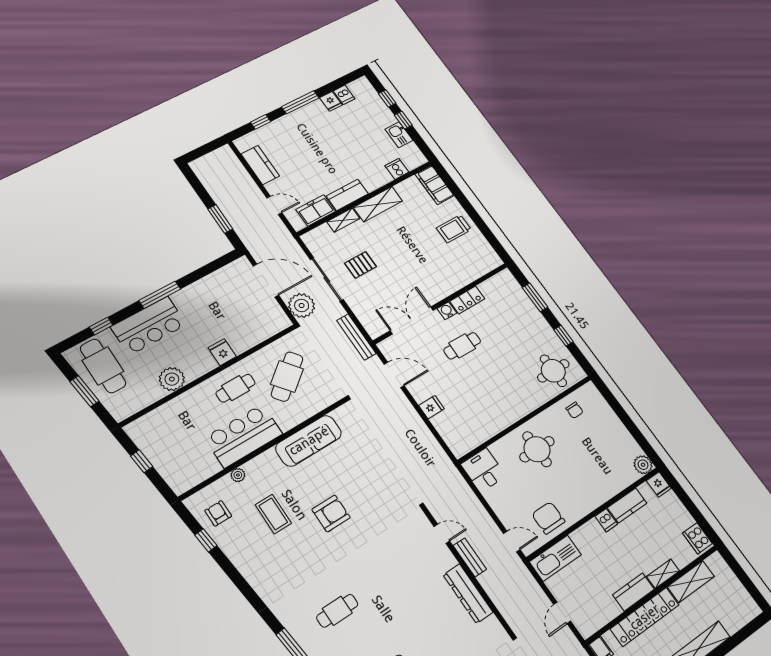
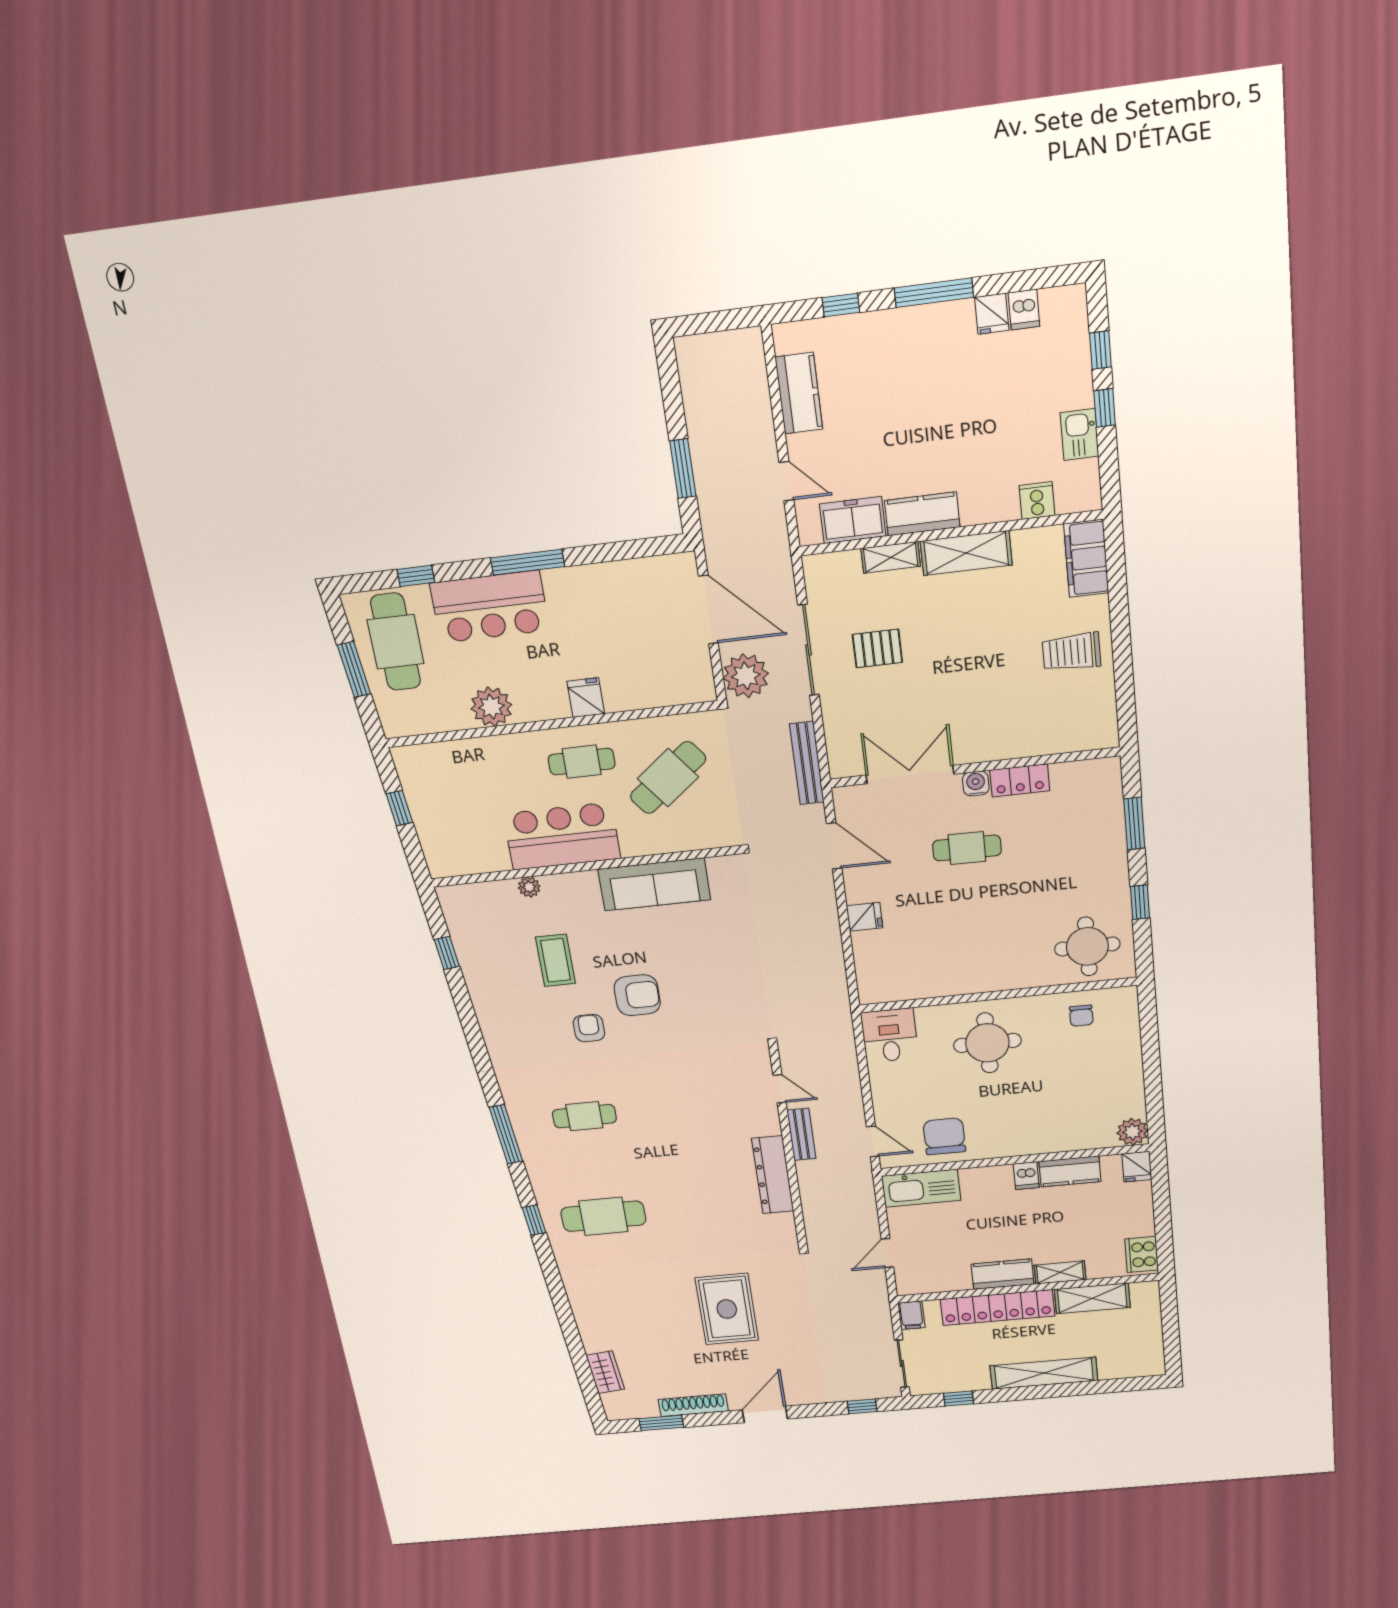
armchair: (218, 513) -> (589, 1028), moved

